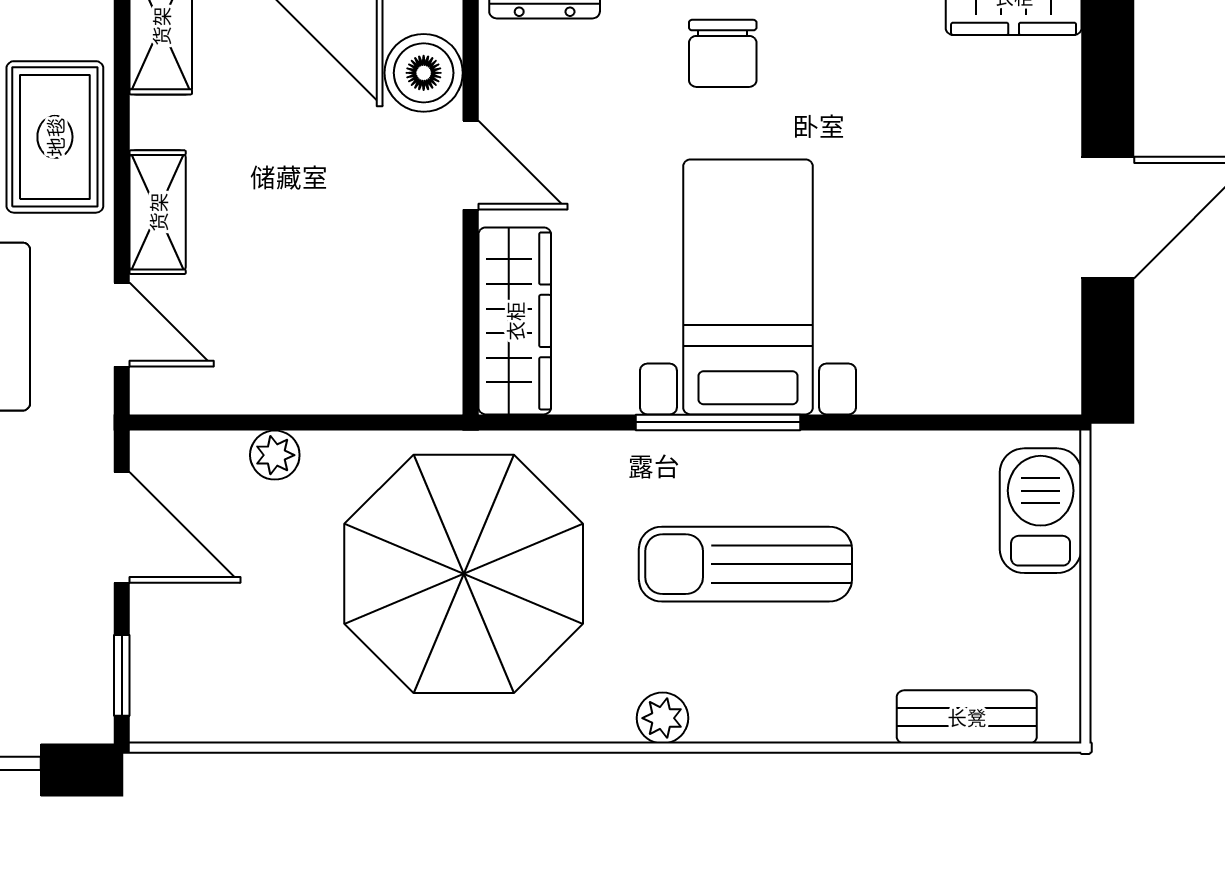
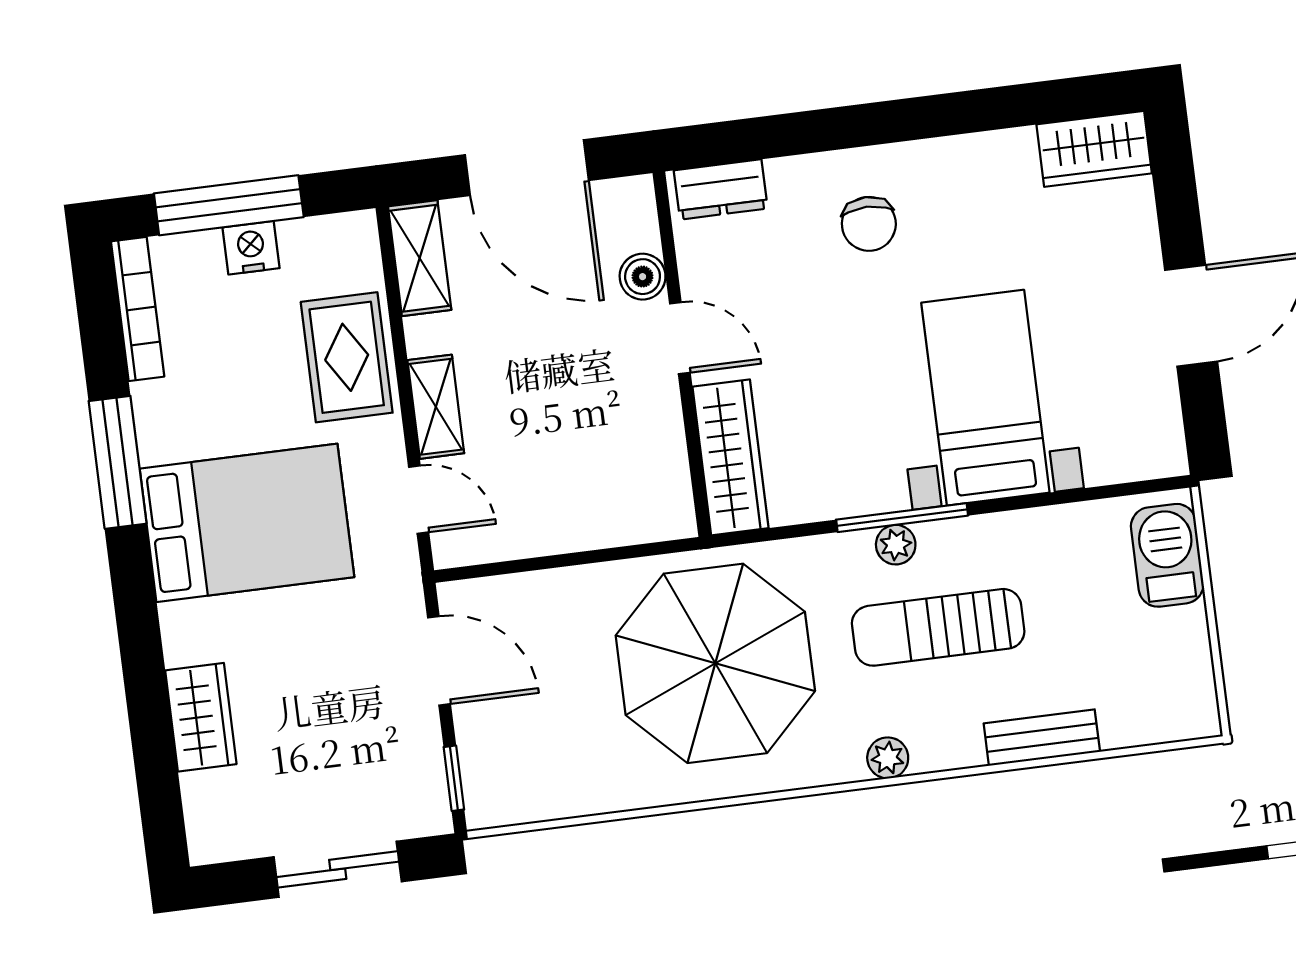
boiler: (424, 73) -> (643, 277), width x0.73, depth x0.73
bed with nightstands: (748, 287) -> (985, 398), moved
plant: (275, 455) -> (896, 545), moved
bench: (967, 717) -> (1042, 738), moved

